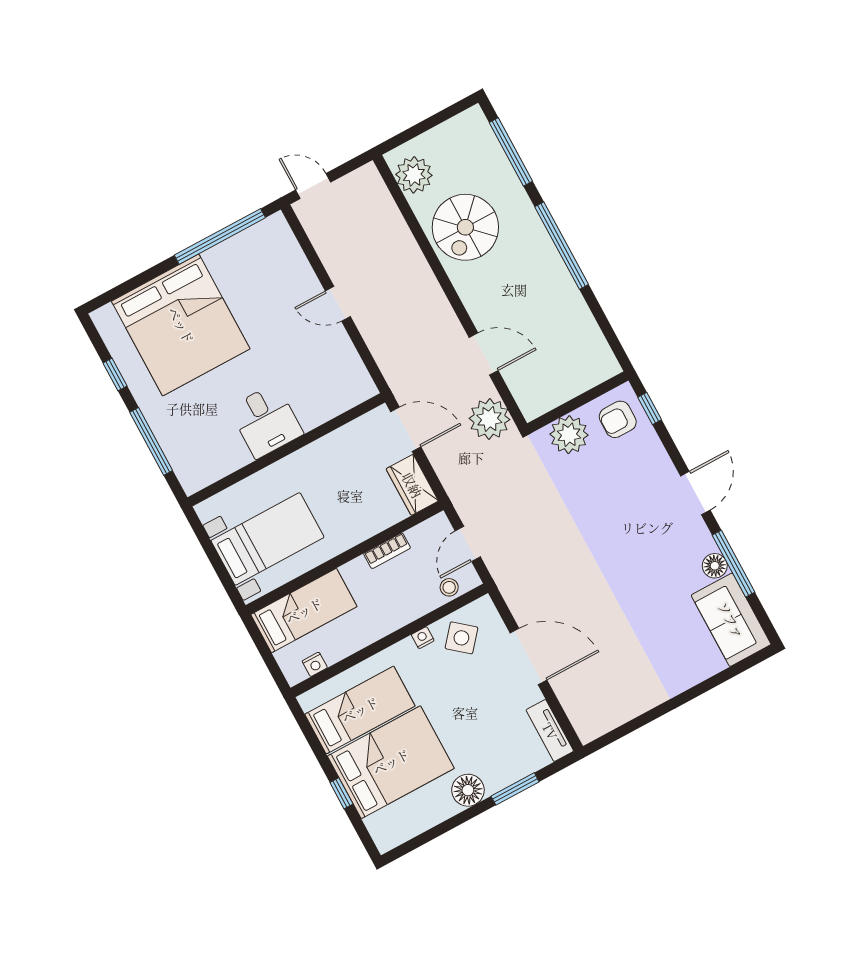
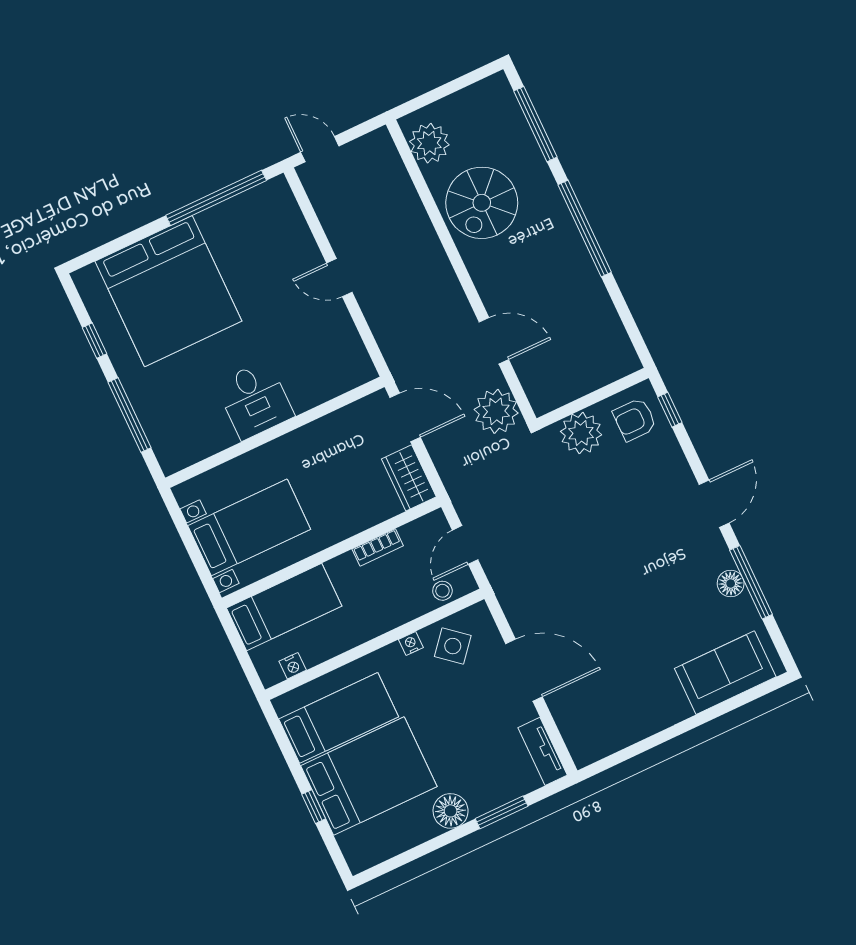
sofa: (731, 620) -> (725, 673), moved, turned 90

